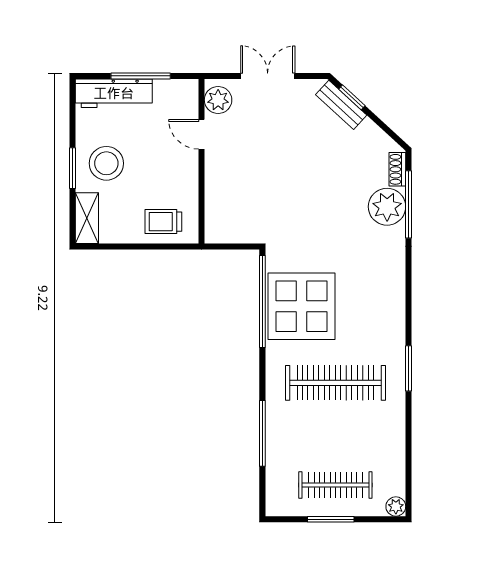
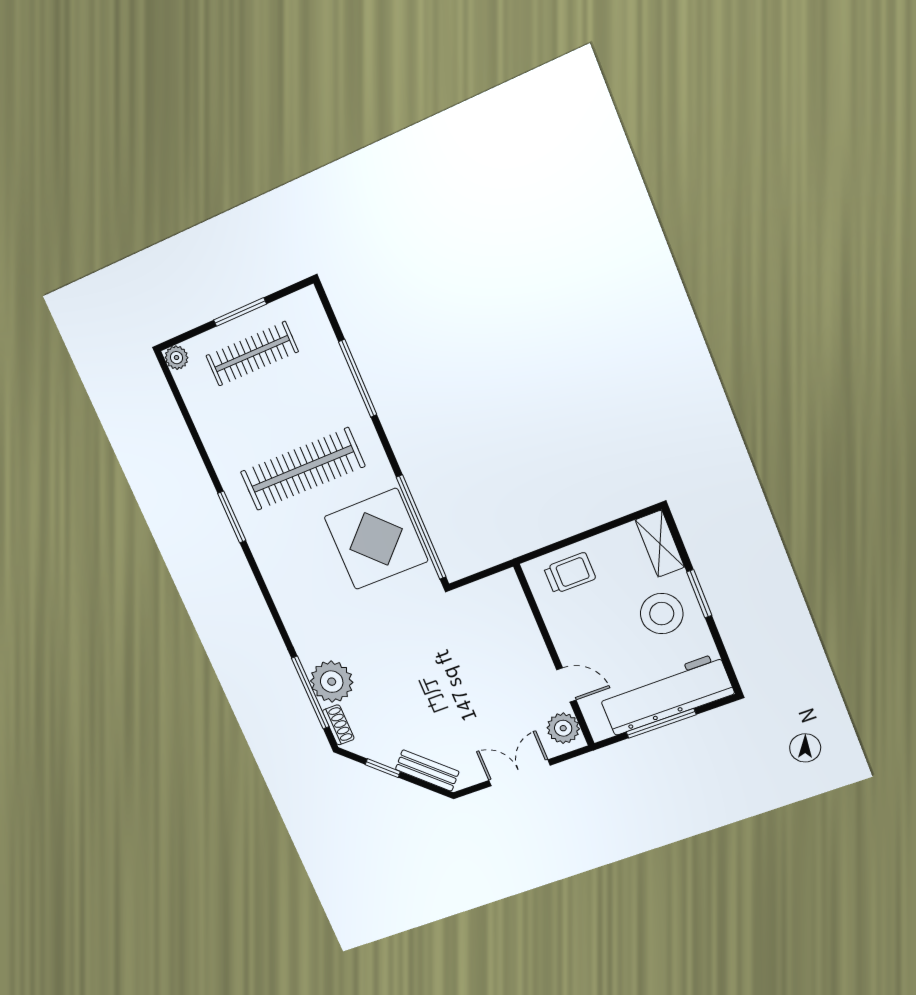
double door: (268, 76) -> (519, 773), swing flipped
workbench: (114, 93) -> (666, 694), width x1.36, depth x1.32
window: (352, 97) -> (383, 768), moved

